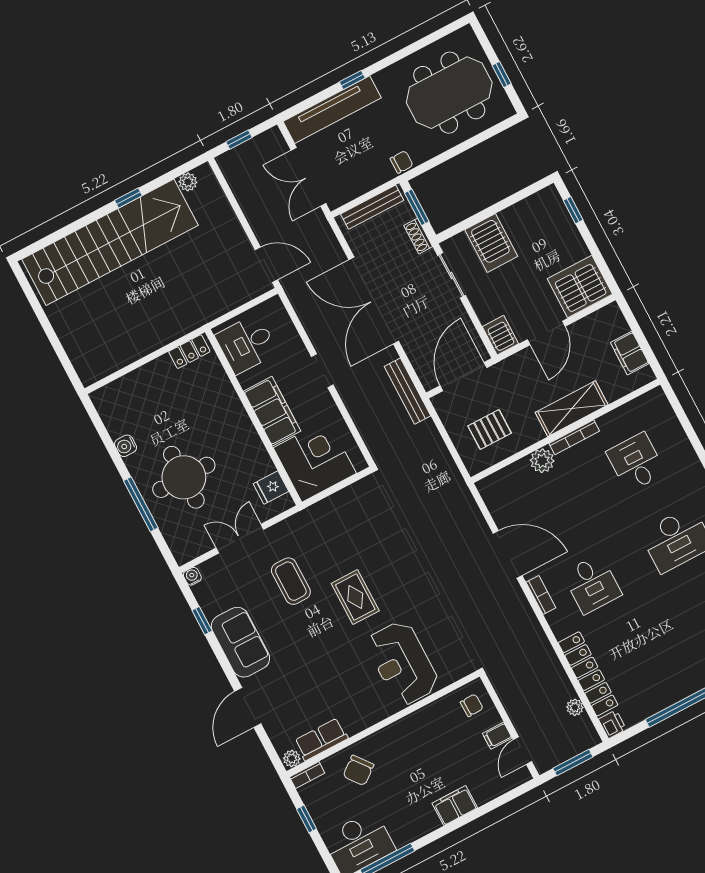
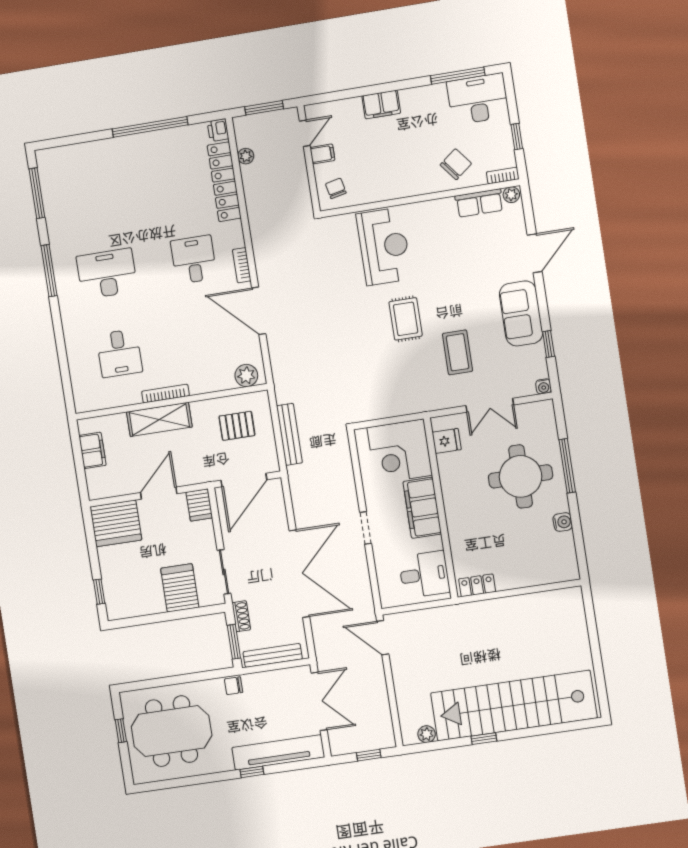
bench: (407, 391) -> (289, 434), moved
plant: (542, 461) -> (246, 375), moved
chair: (472, 705) -> (336, 188), turned 80

